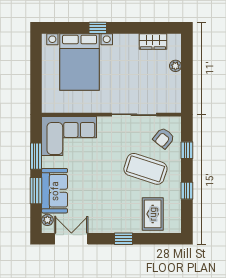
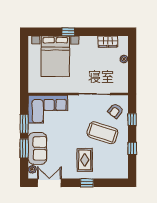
rug: (153, 214) -> (85, 160), moved

